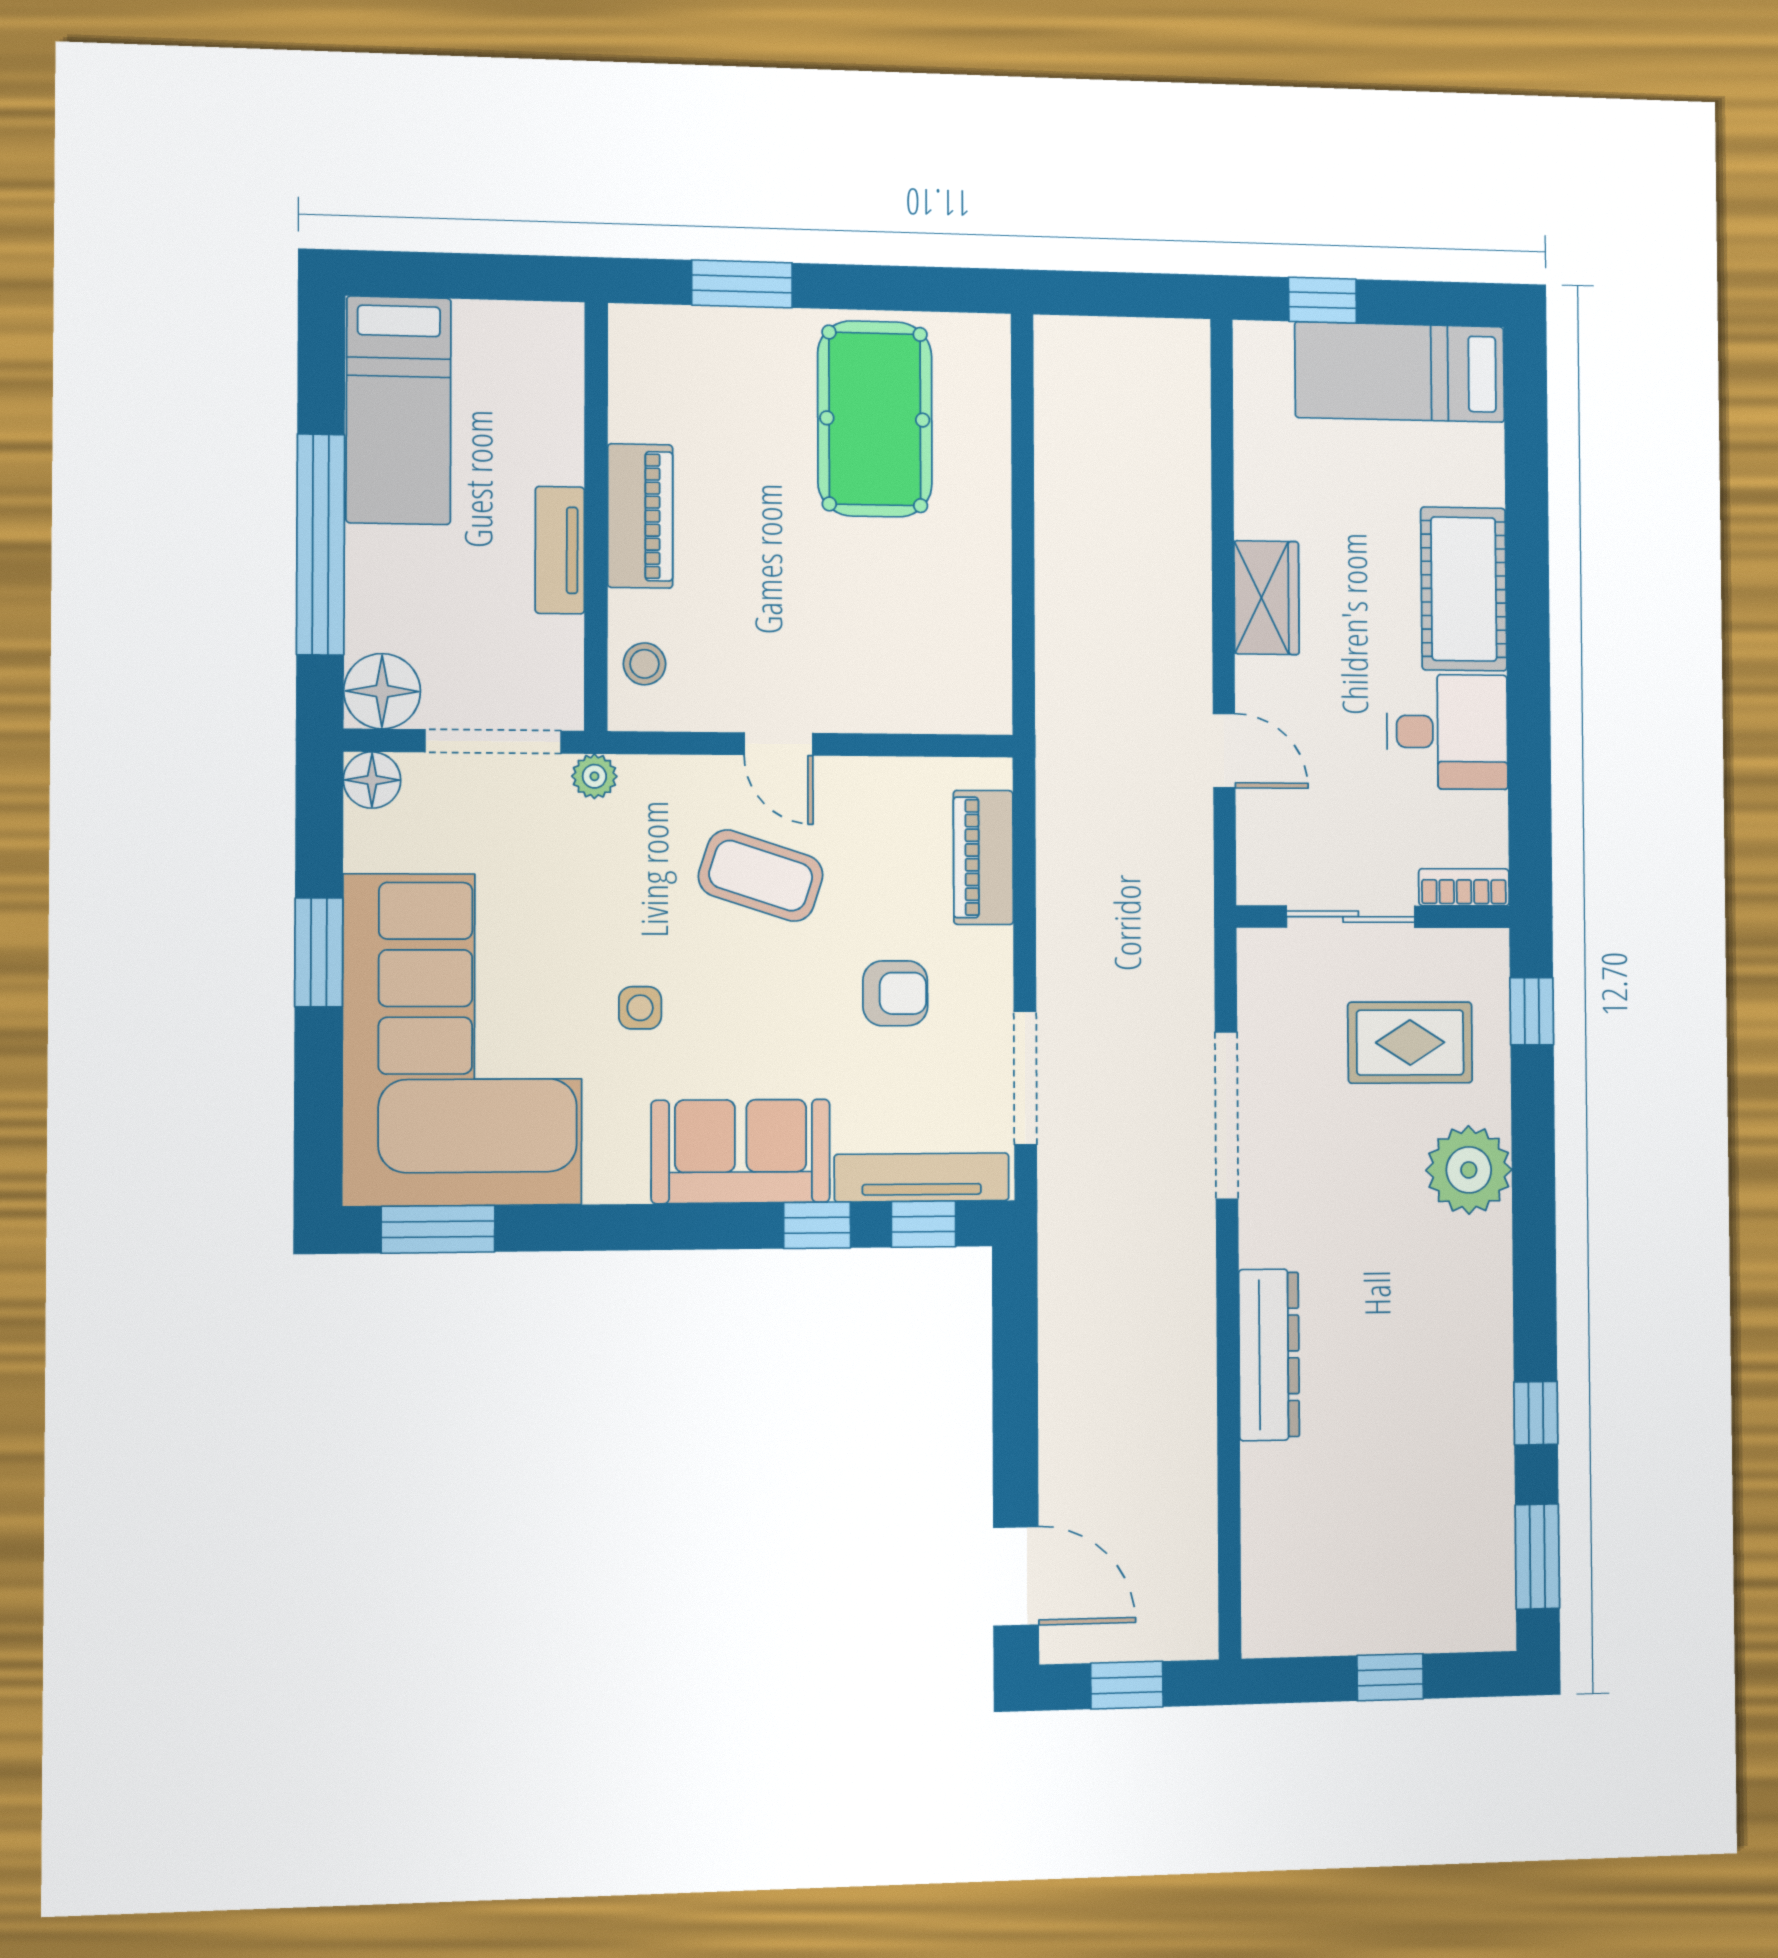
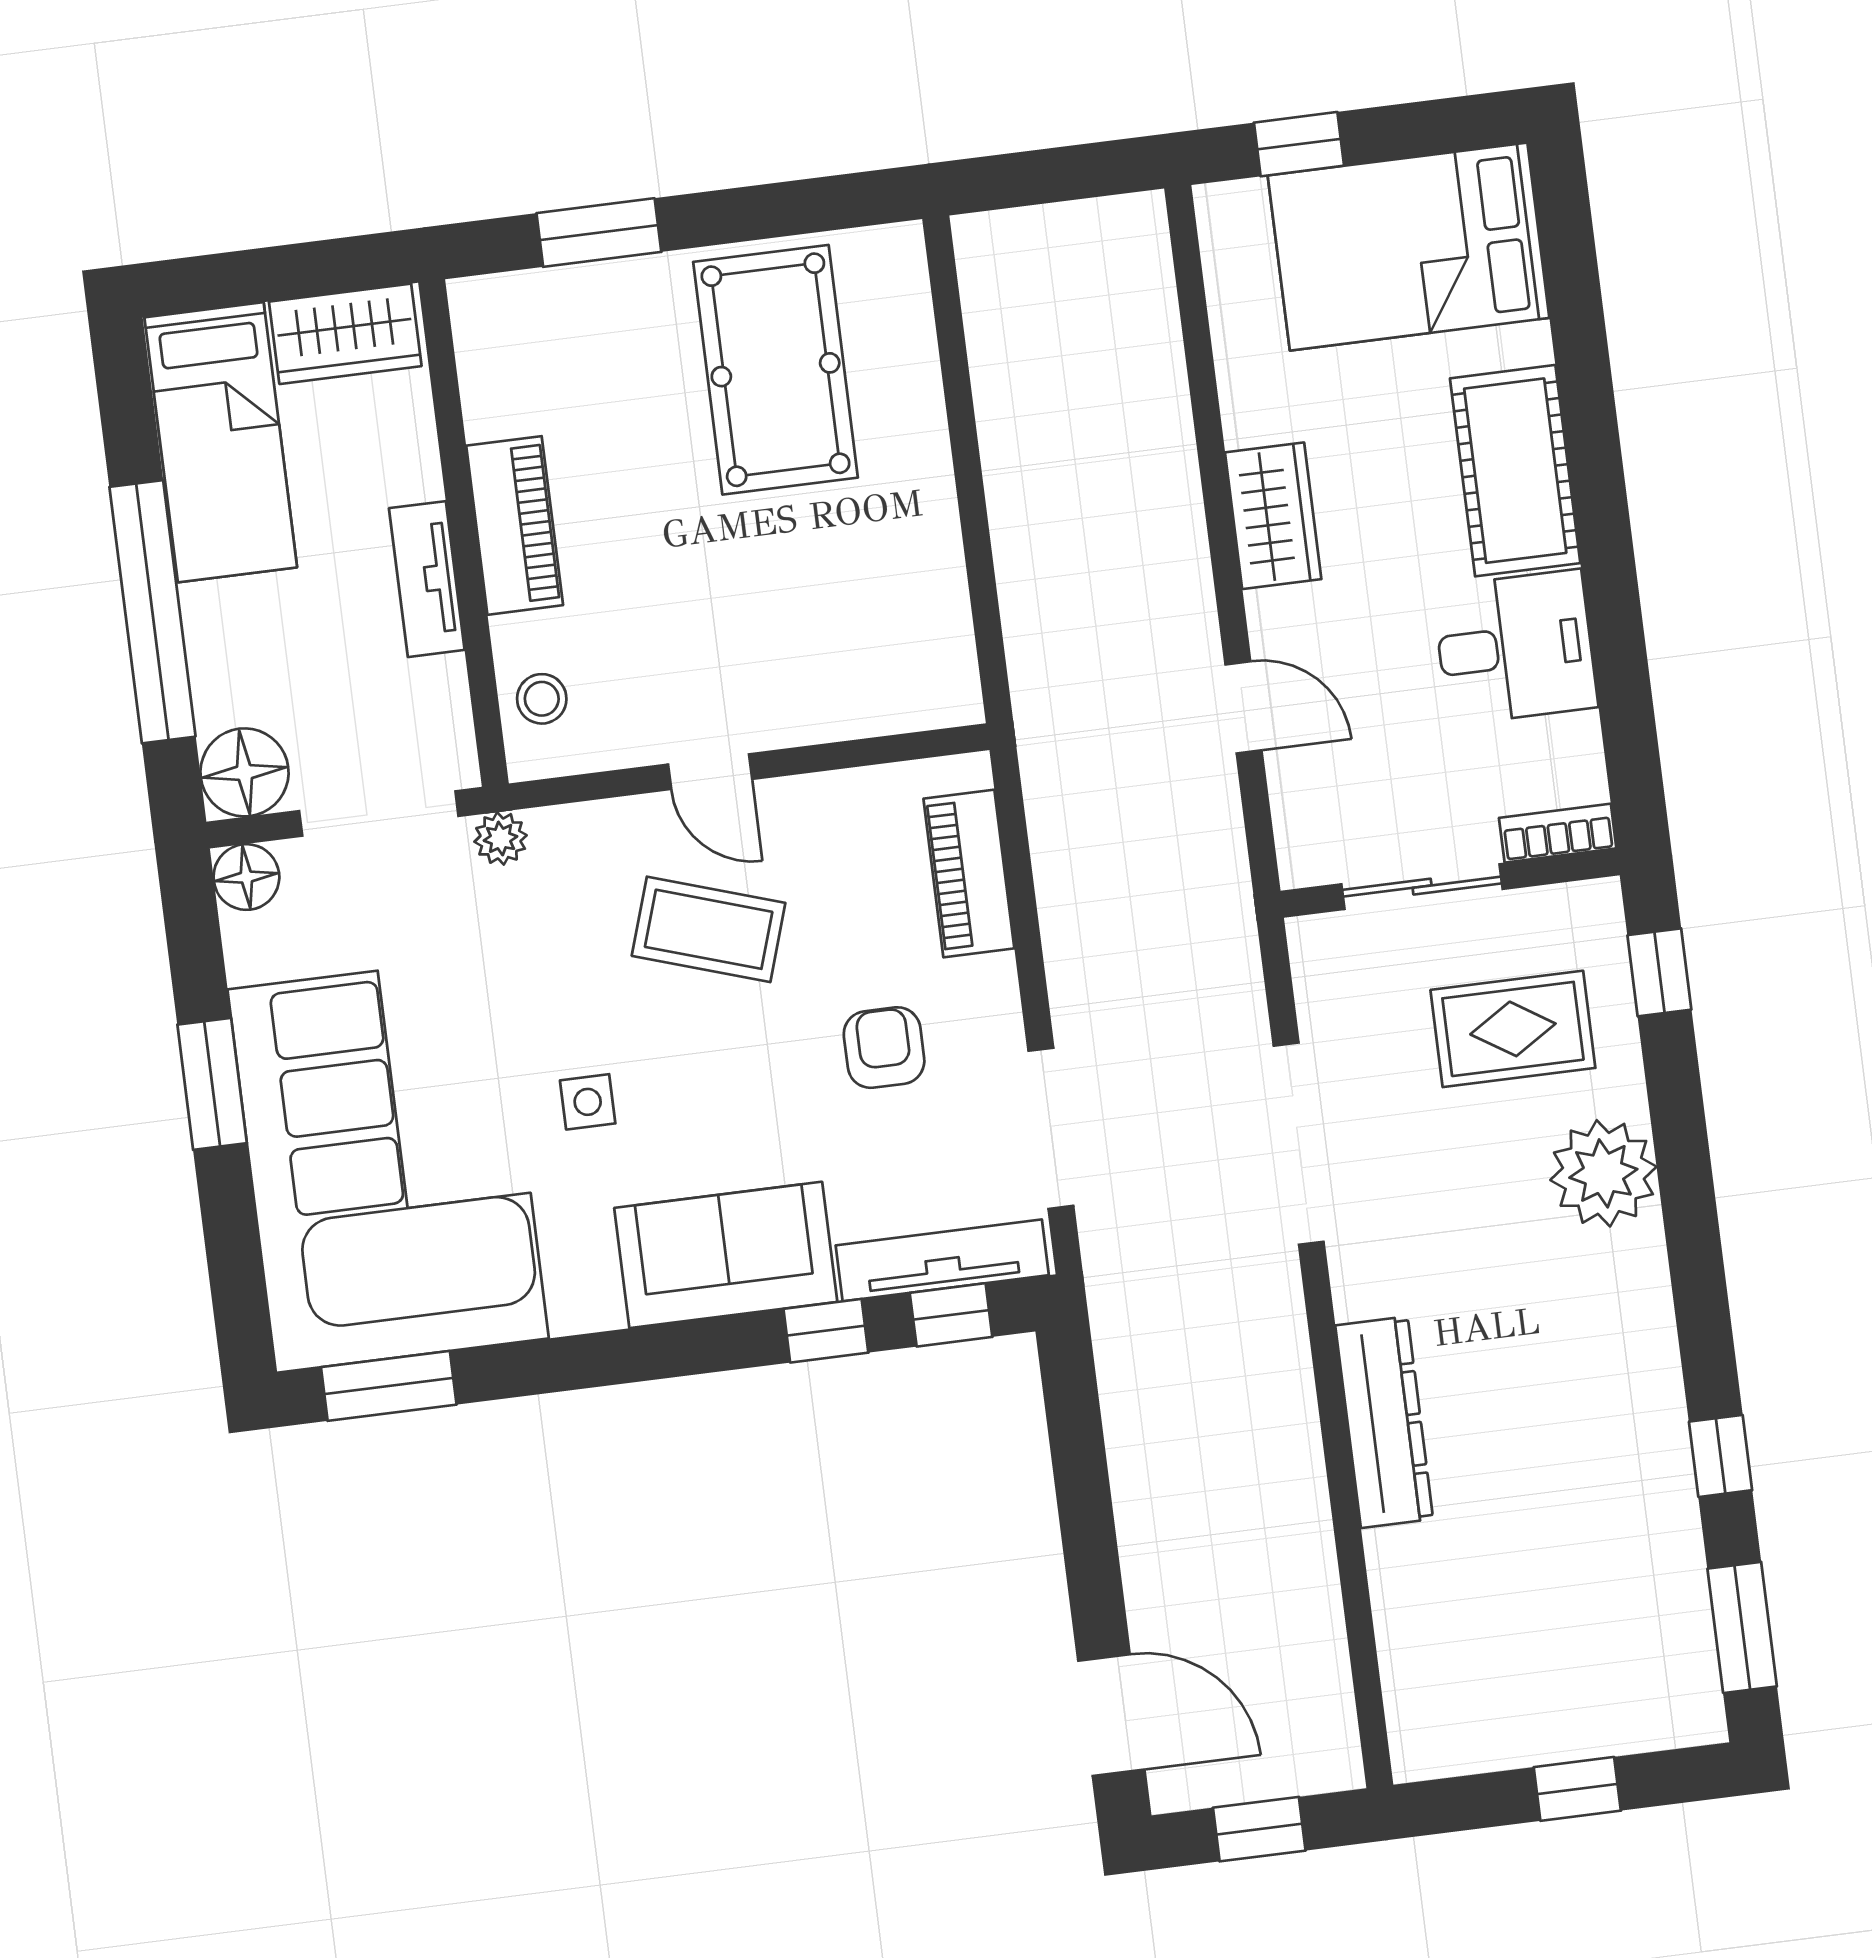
wardrobe: (517, 335) -> (345, 334), added
bed: (1400, 372) -> (1409, 247), width x1.50
armchair: (895, 993) -> (884, 1048), turned -90

